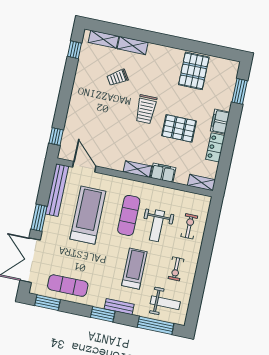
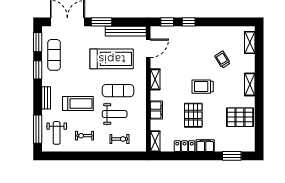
shelving: (133, 45) -> (250, 84), moved
window: (74, 50) -> (189, 22), moved
shelving: (137, 169) -> (155, 79), moved
weight bench: (157, 226) -> (115, 114), turned 180
window: (103, 314) -> (38, 70), moved

